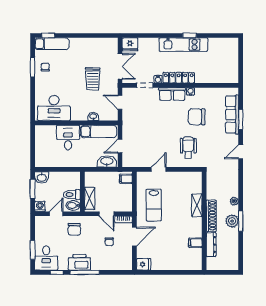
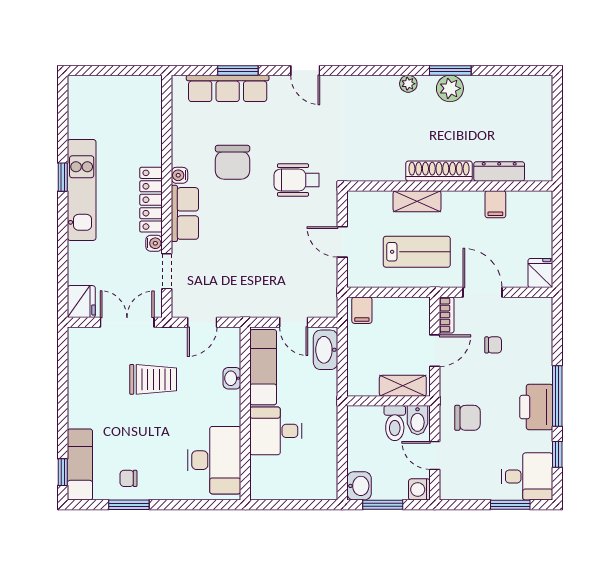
shelving: (197, 205) -> (417, 201), moved
shoe rack: (211, 216) -> (439, 171), moved
wall: (204, 221) -> (450, 186), moved
filing cabinet: (195, 243) -> (495, 204), moved
dresser: (211, 245) -> (499, 171), moved

